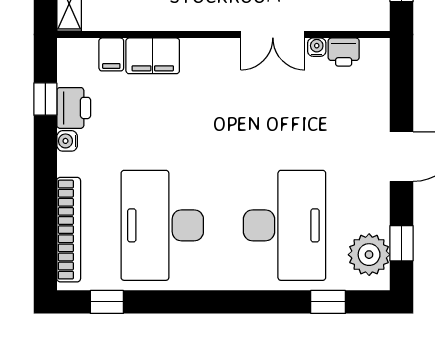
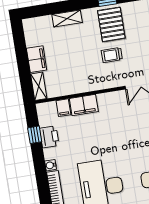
water cooler: (67, 141) -> (51, 165), moved

